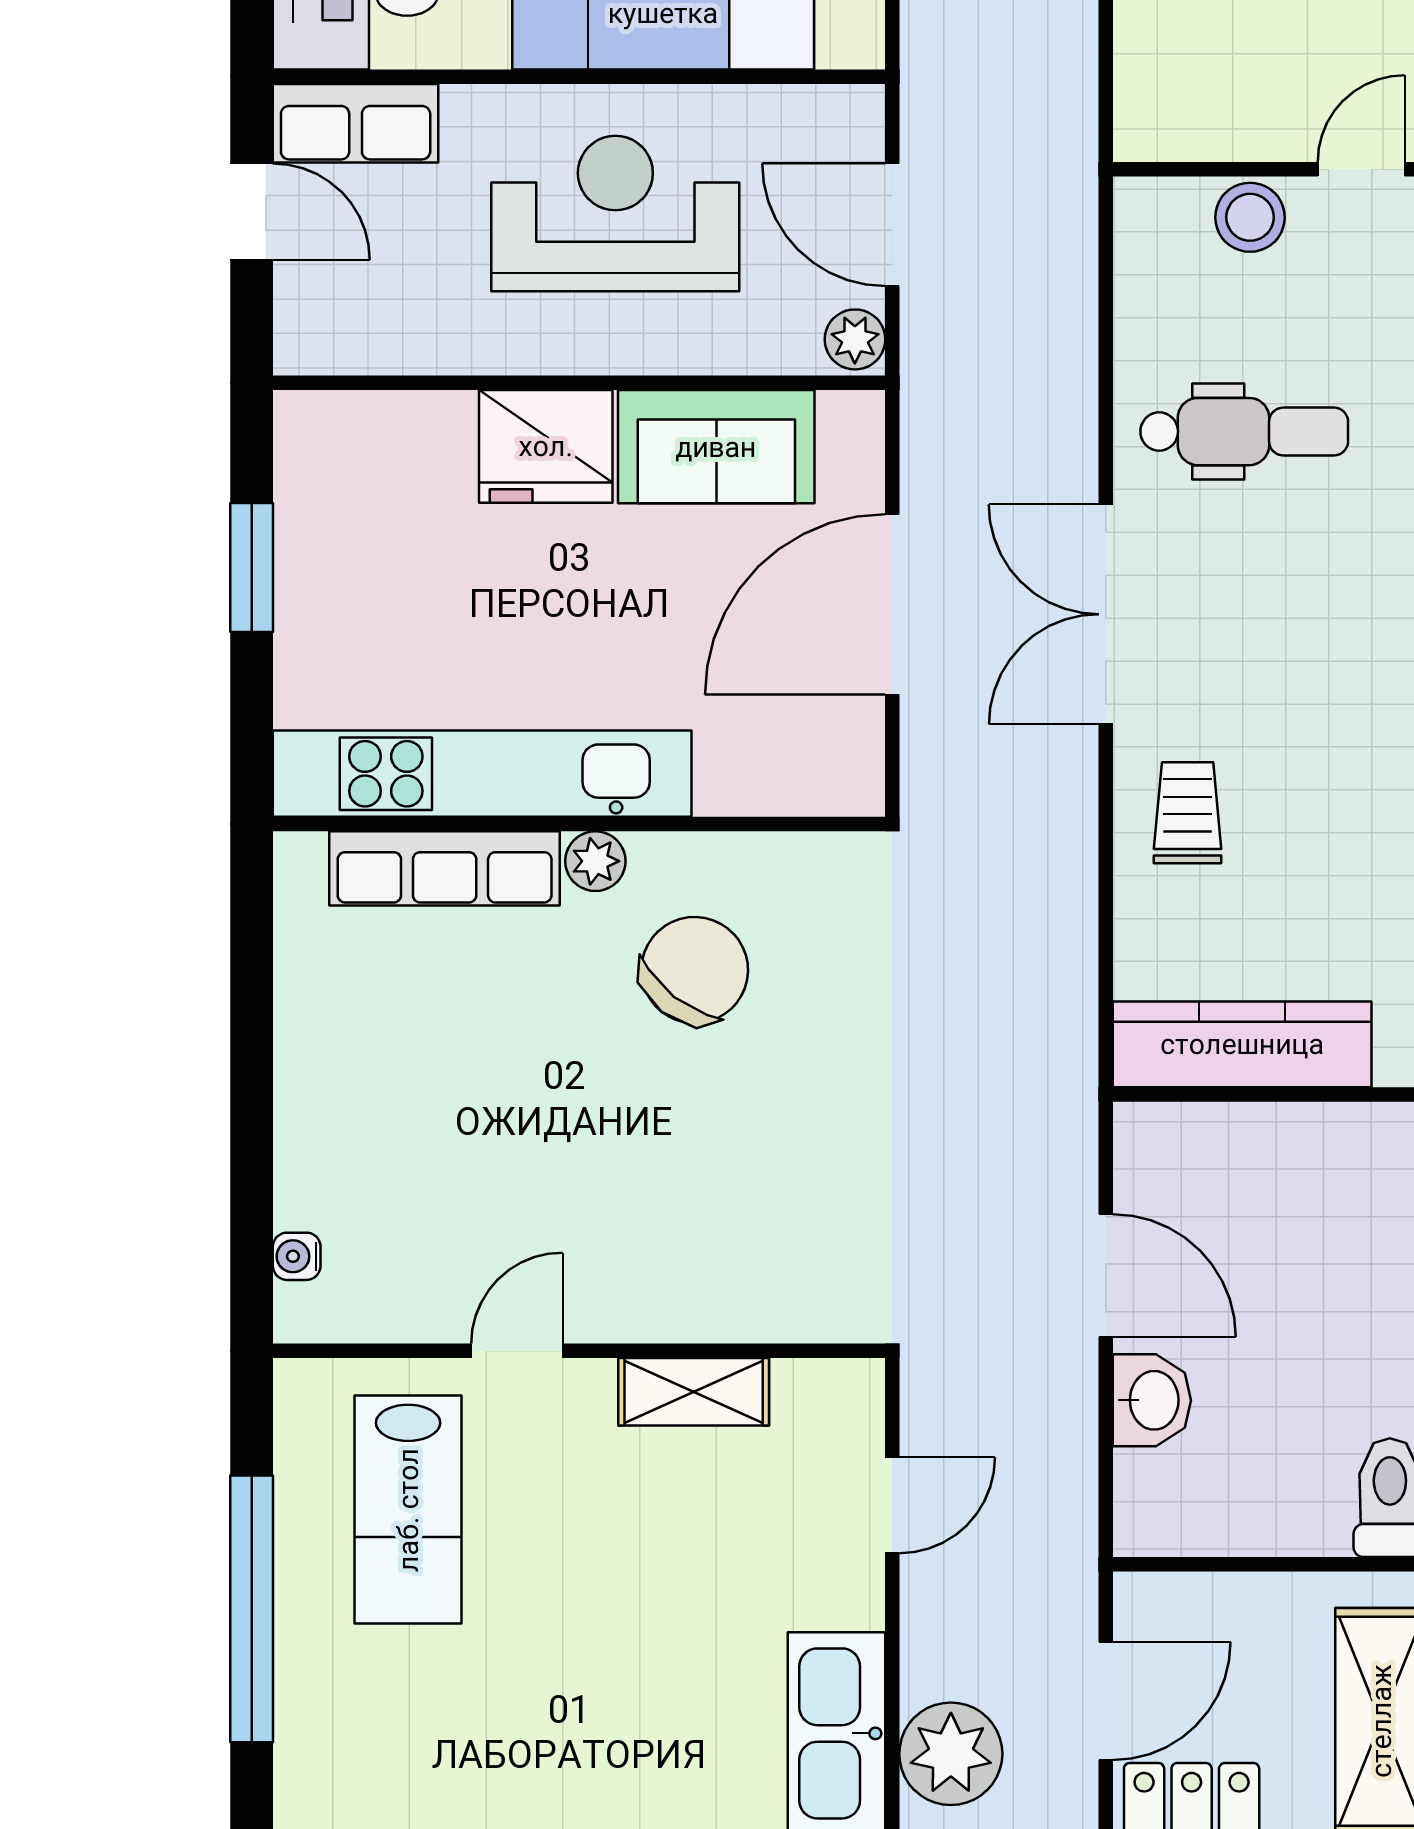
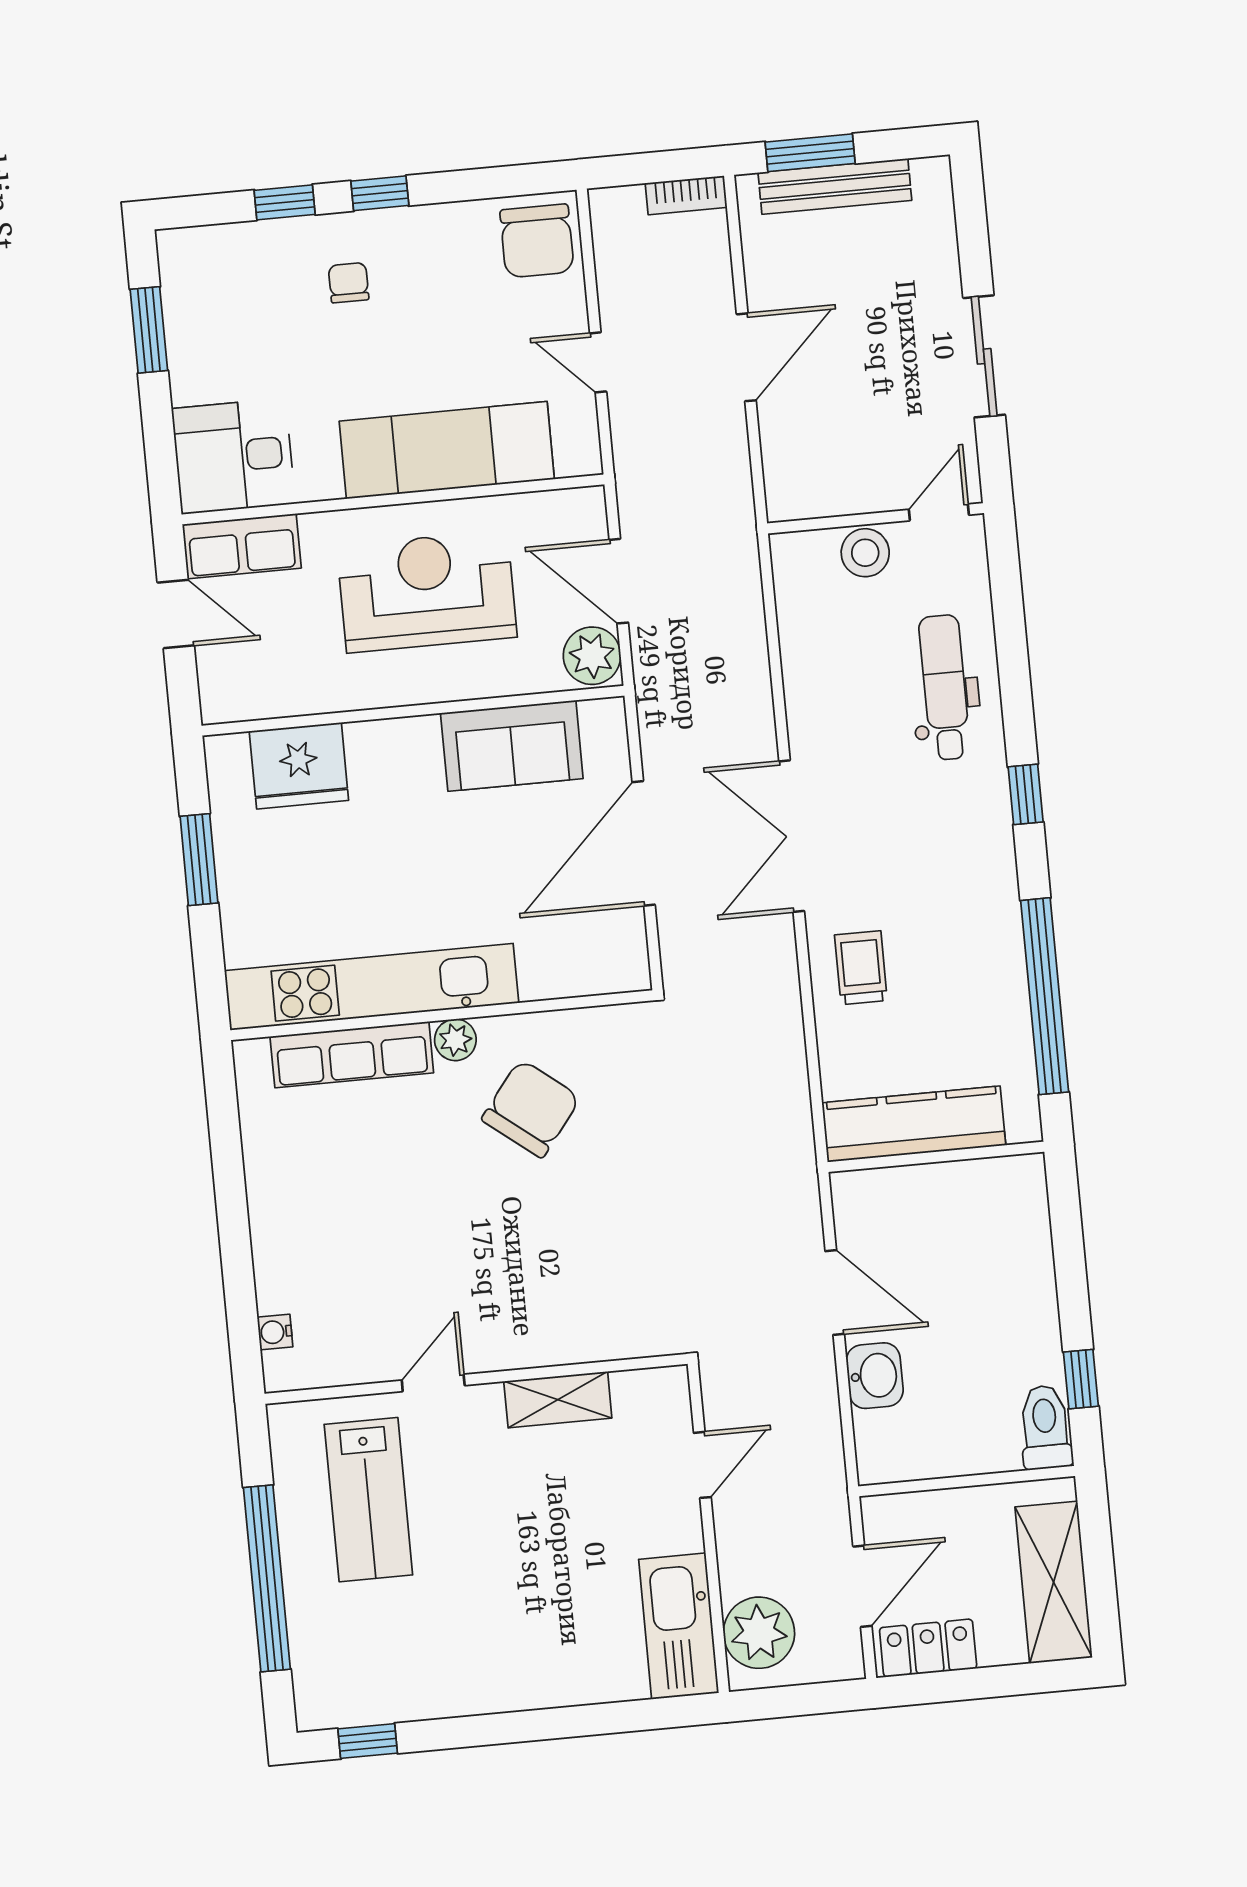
plant: (855, 339) -> (592, 656), width x1.38, depth x1.38
dental chair: (1244, 432) -> (945, 687), moved, turned -90
fridge: (546, 446) -> (299, 766), moved

